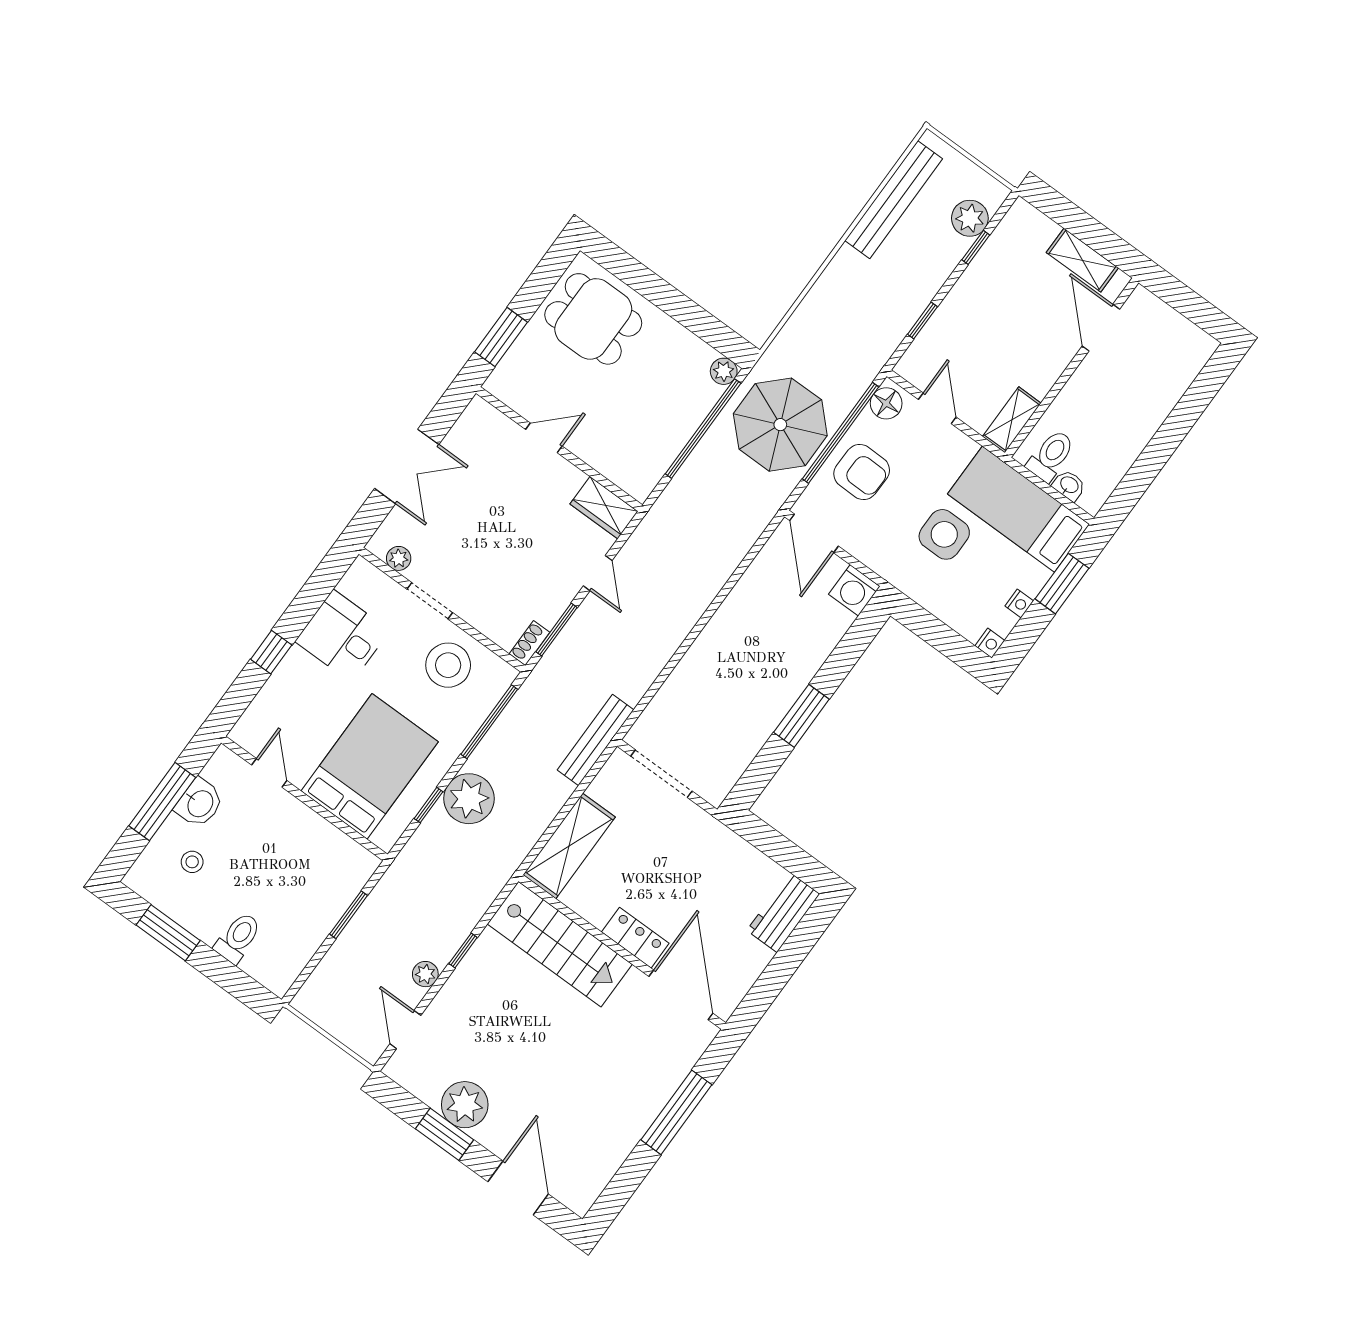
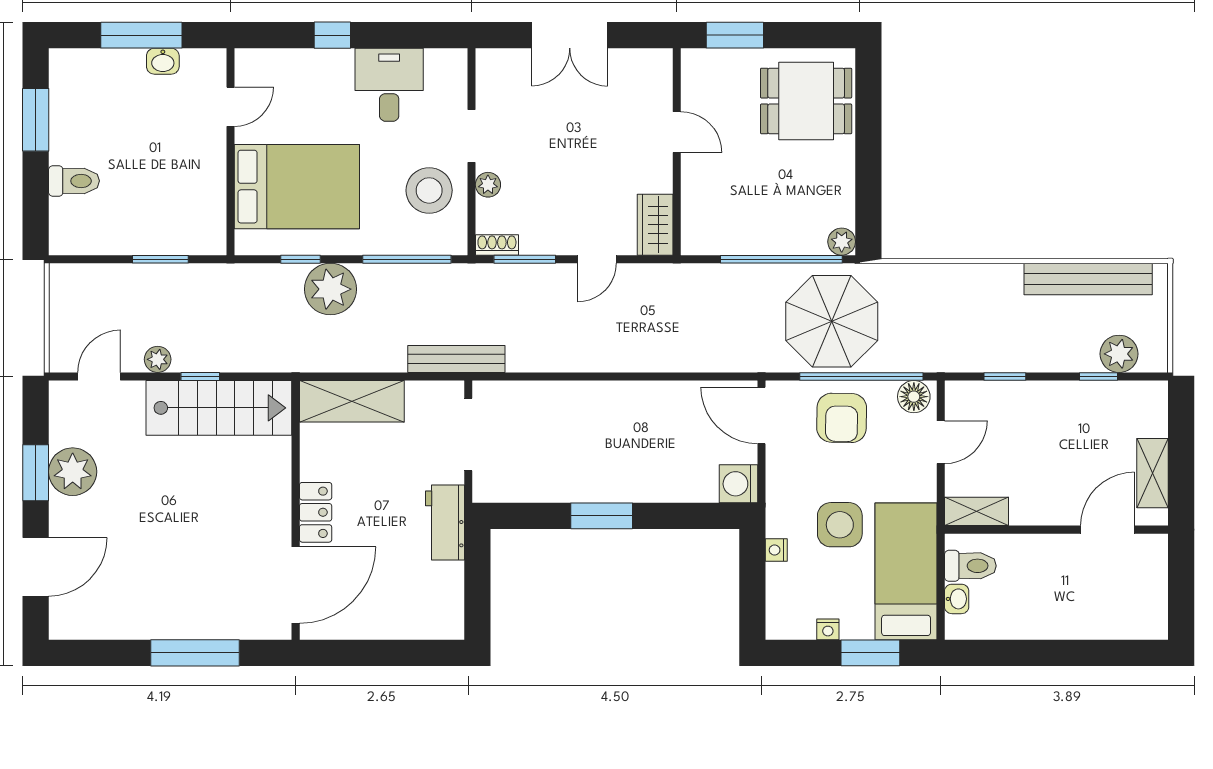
dining table: (593, 319) -> (806, 101), turned 90
door: (814, 533) -> (762, 415), hinge flipped
plant: (399, 558) -> (488, 185), moved
nightstand: (990, 643) -> (776, 550), moved, turned 90
washbasin: (199, 803) -> (163, 61), width x0.72, depth x0.69
stool: (192, 862) -> (109, 97), removed
workbench: (783, 912) -> (445, 522), moved, turned -90
stairs: (560, 944) -> (219, 408), moved, turned -90

